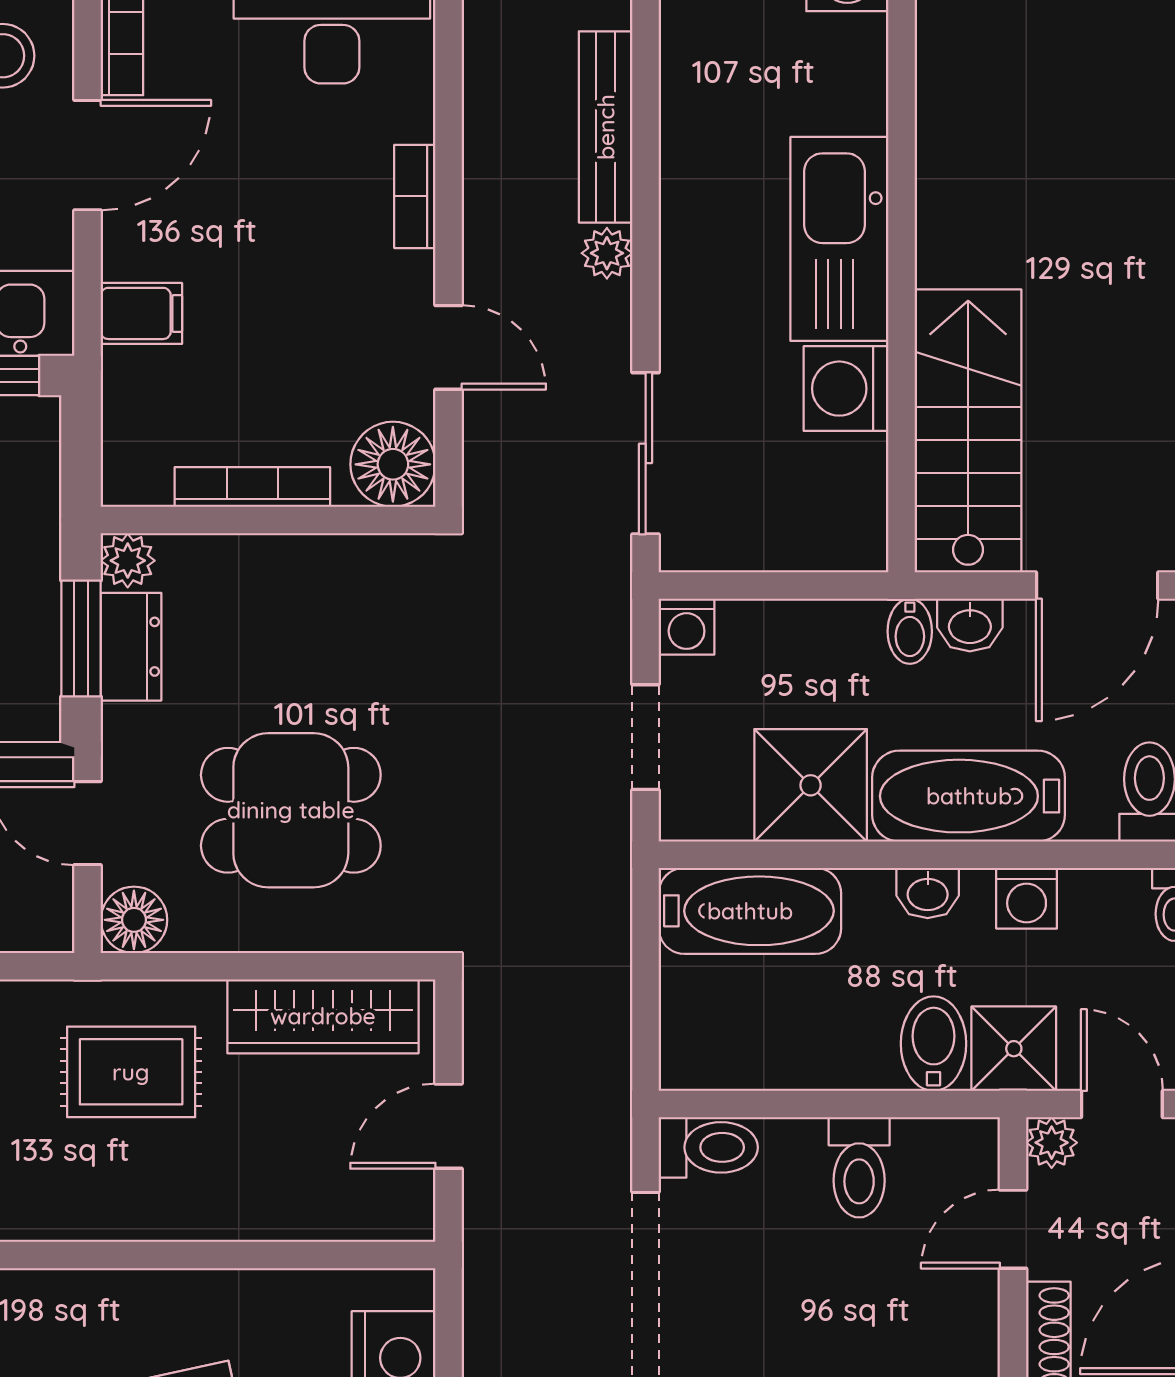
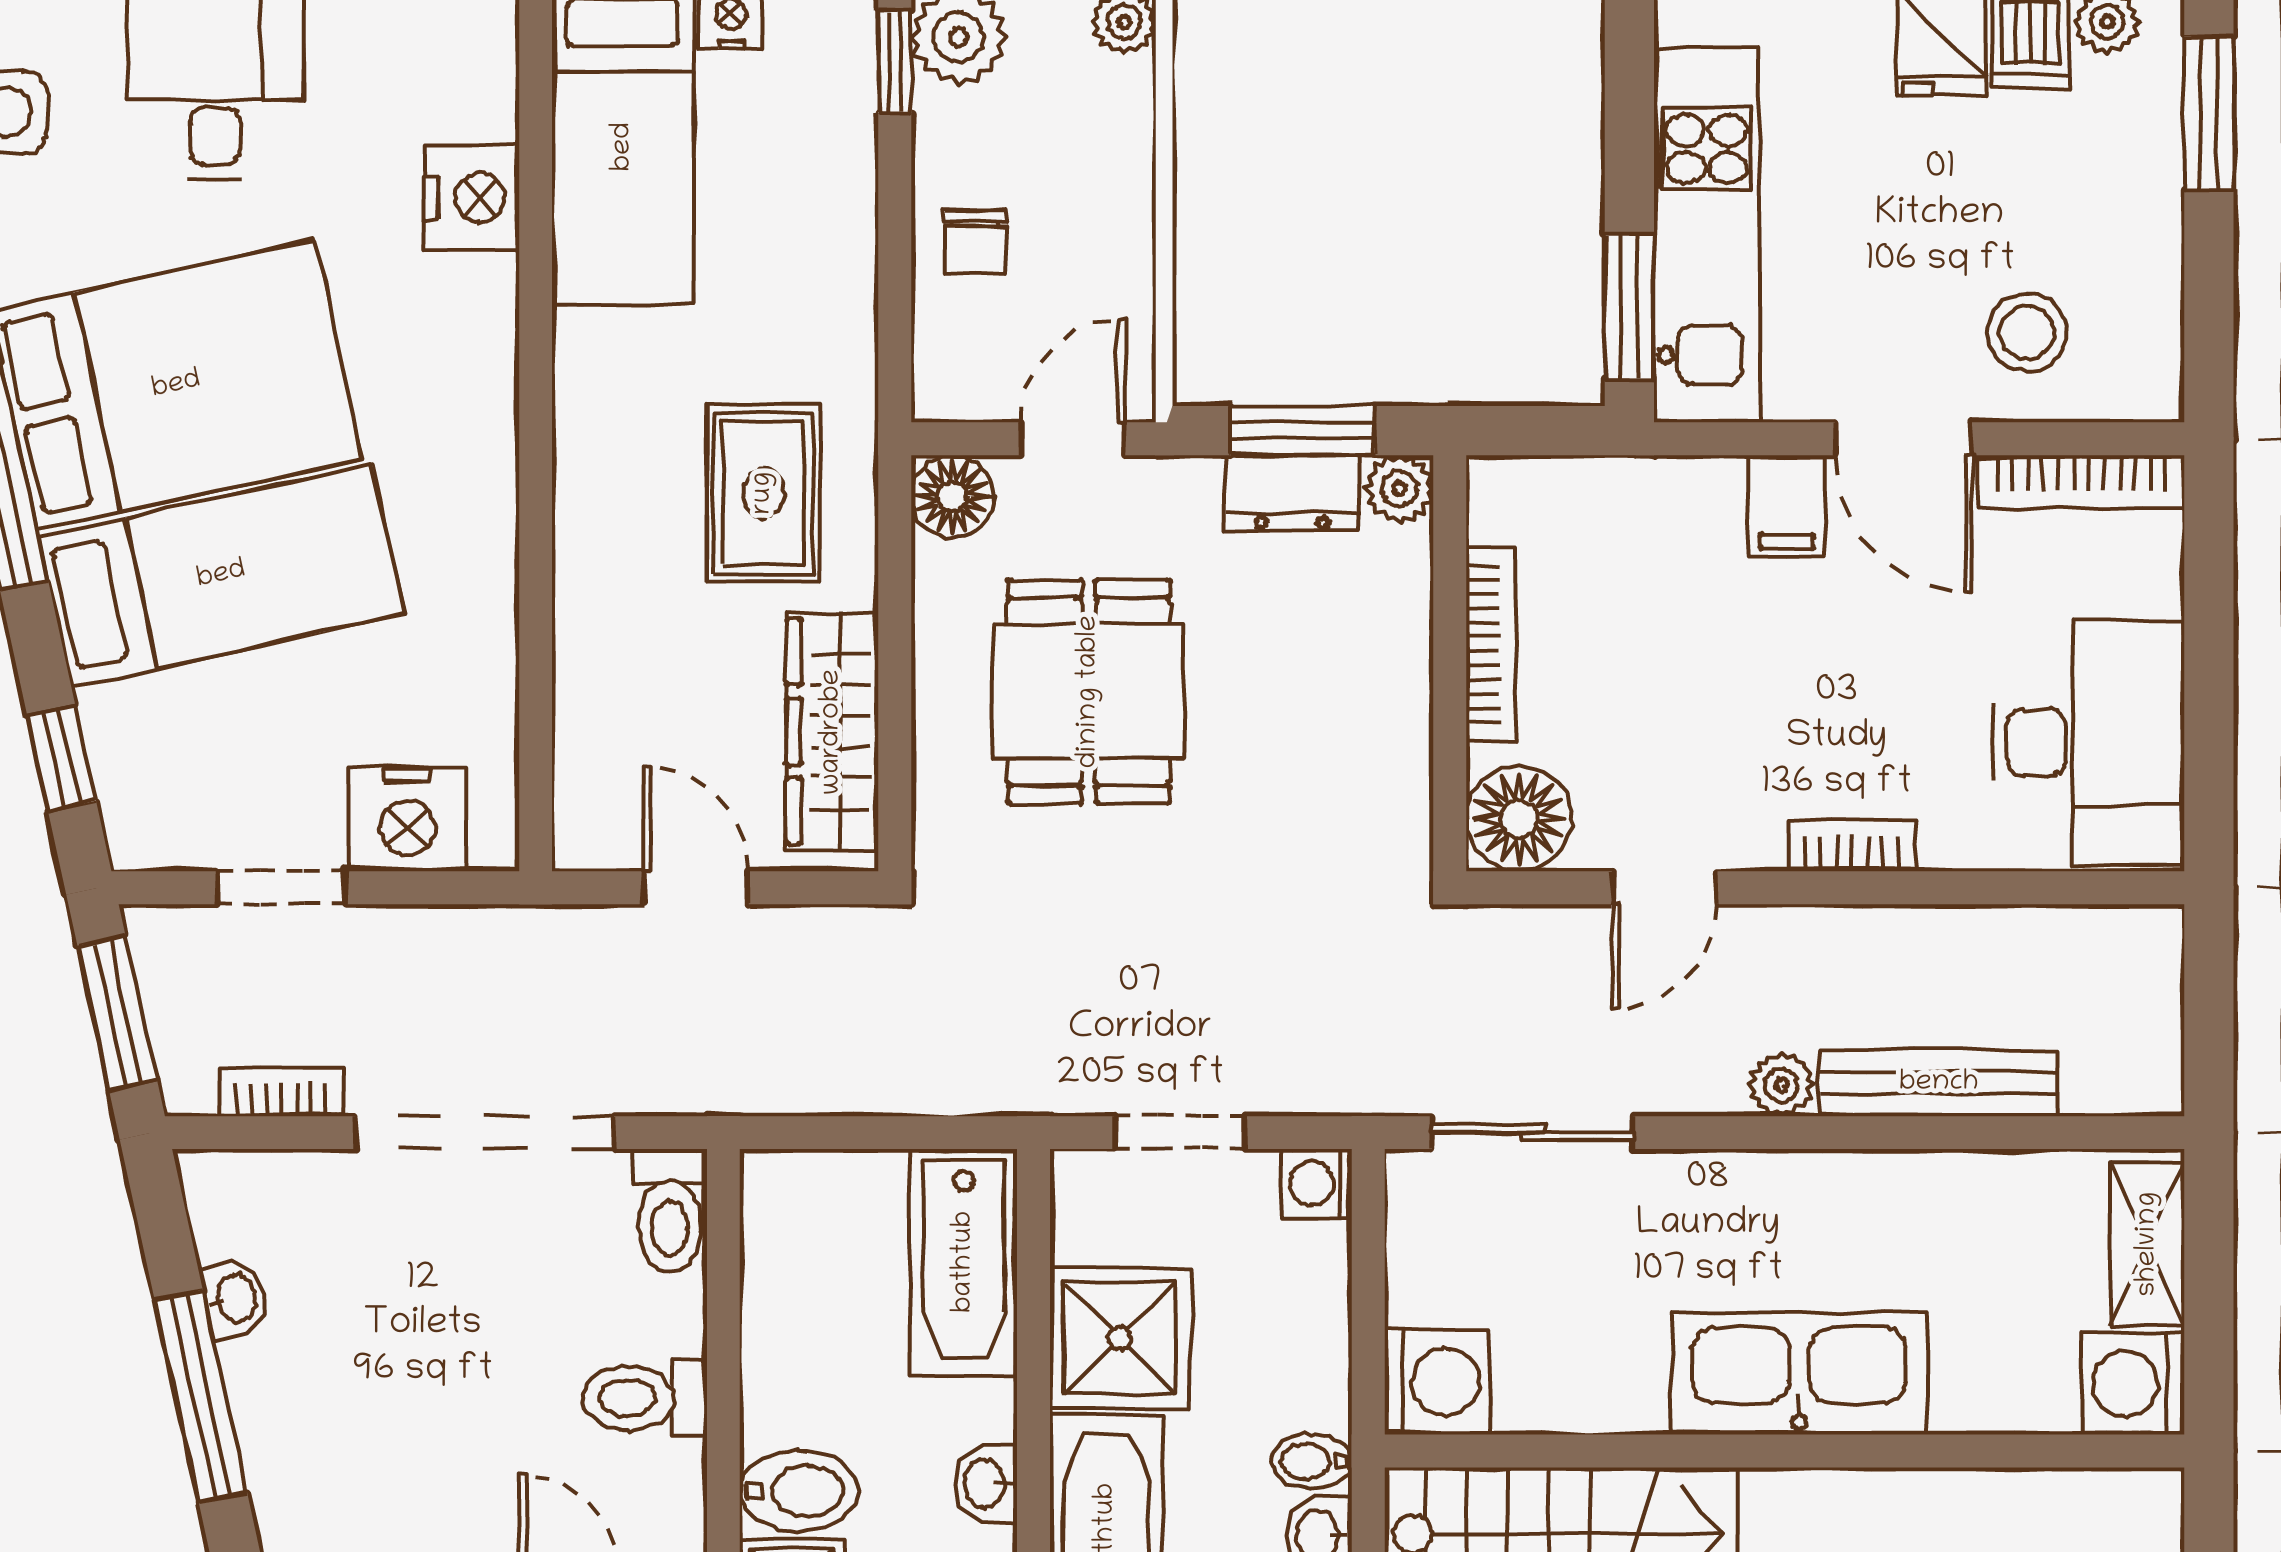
filing cabinet: (141, 313) -> (1787, 506), moved
washing machine: (846, 389) -> (1437, 1382), moved, turned 90

